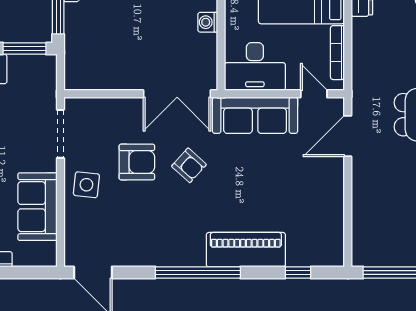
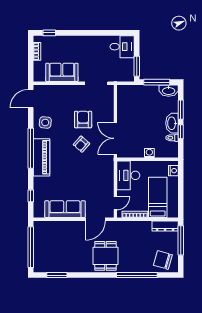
sofa: (255, 115) -> (65, 209), moved, turned 90
door: (348, 136) -> (95, 219), swing flipped
armchair: (137, 162) -> (83, 119), turned 180
side table: (86, 185) -> (45, 122), moved
piano: (246, 250) -> (42, 157), moved

